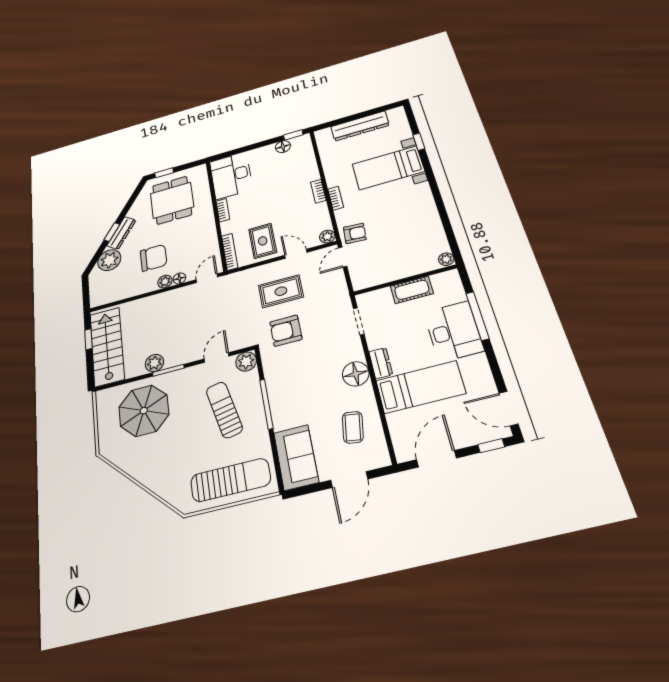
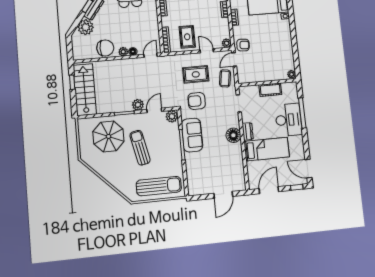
chair: (154, 258) -> (105, 48), moved
plant: (154, 363) -> (138, 105), moved
sun lounger: (224, 410) -> (140, 148), moved
coffee table: (353, 427) -> (225, 78), moved
sofa: (296, 457) -> (192, 135), moved

